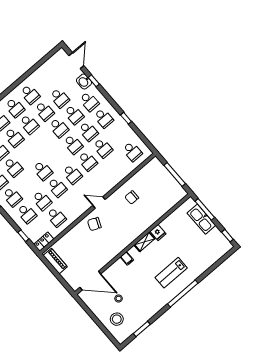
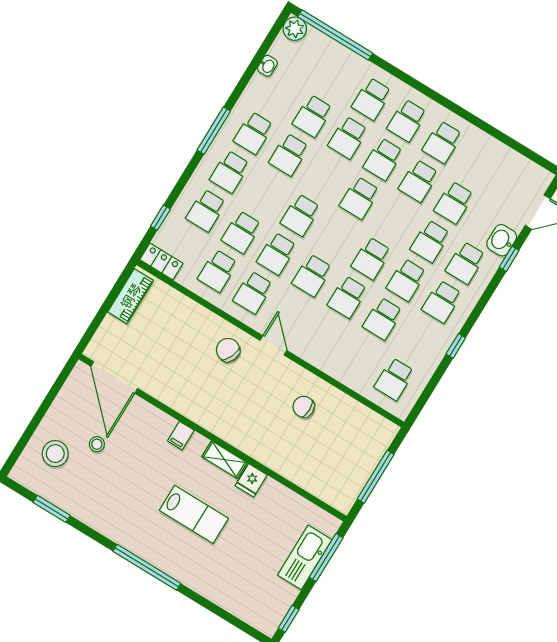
school desk: (59, 128) -> (359, 198), moved
school desk: (72, 204) -> (253, 292), added
lab bench: (171, 273) -> (194, 514), moved, turned 180

